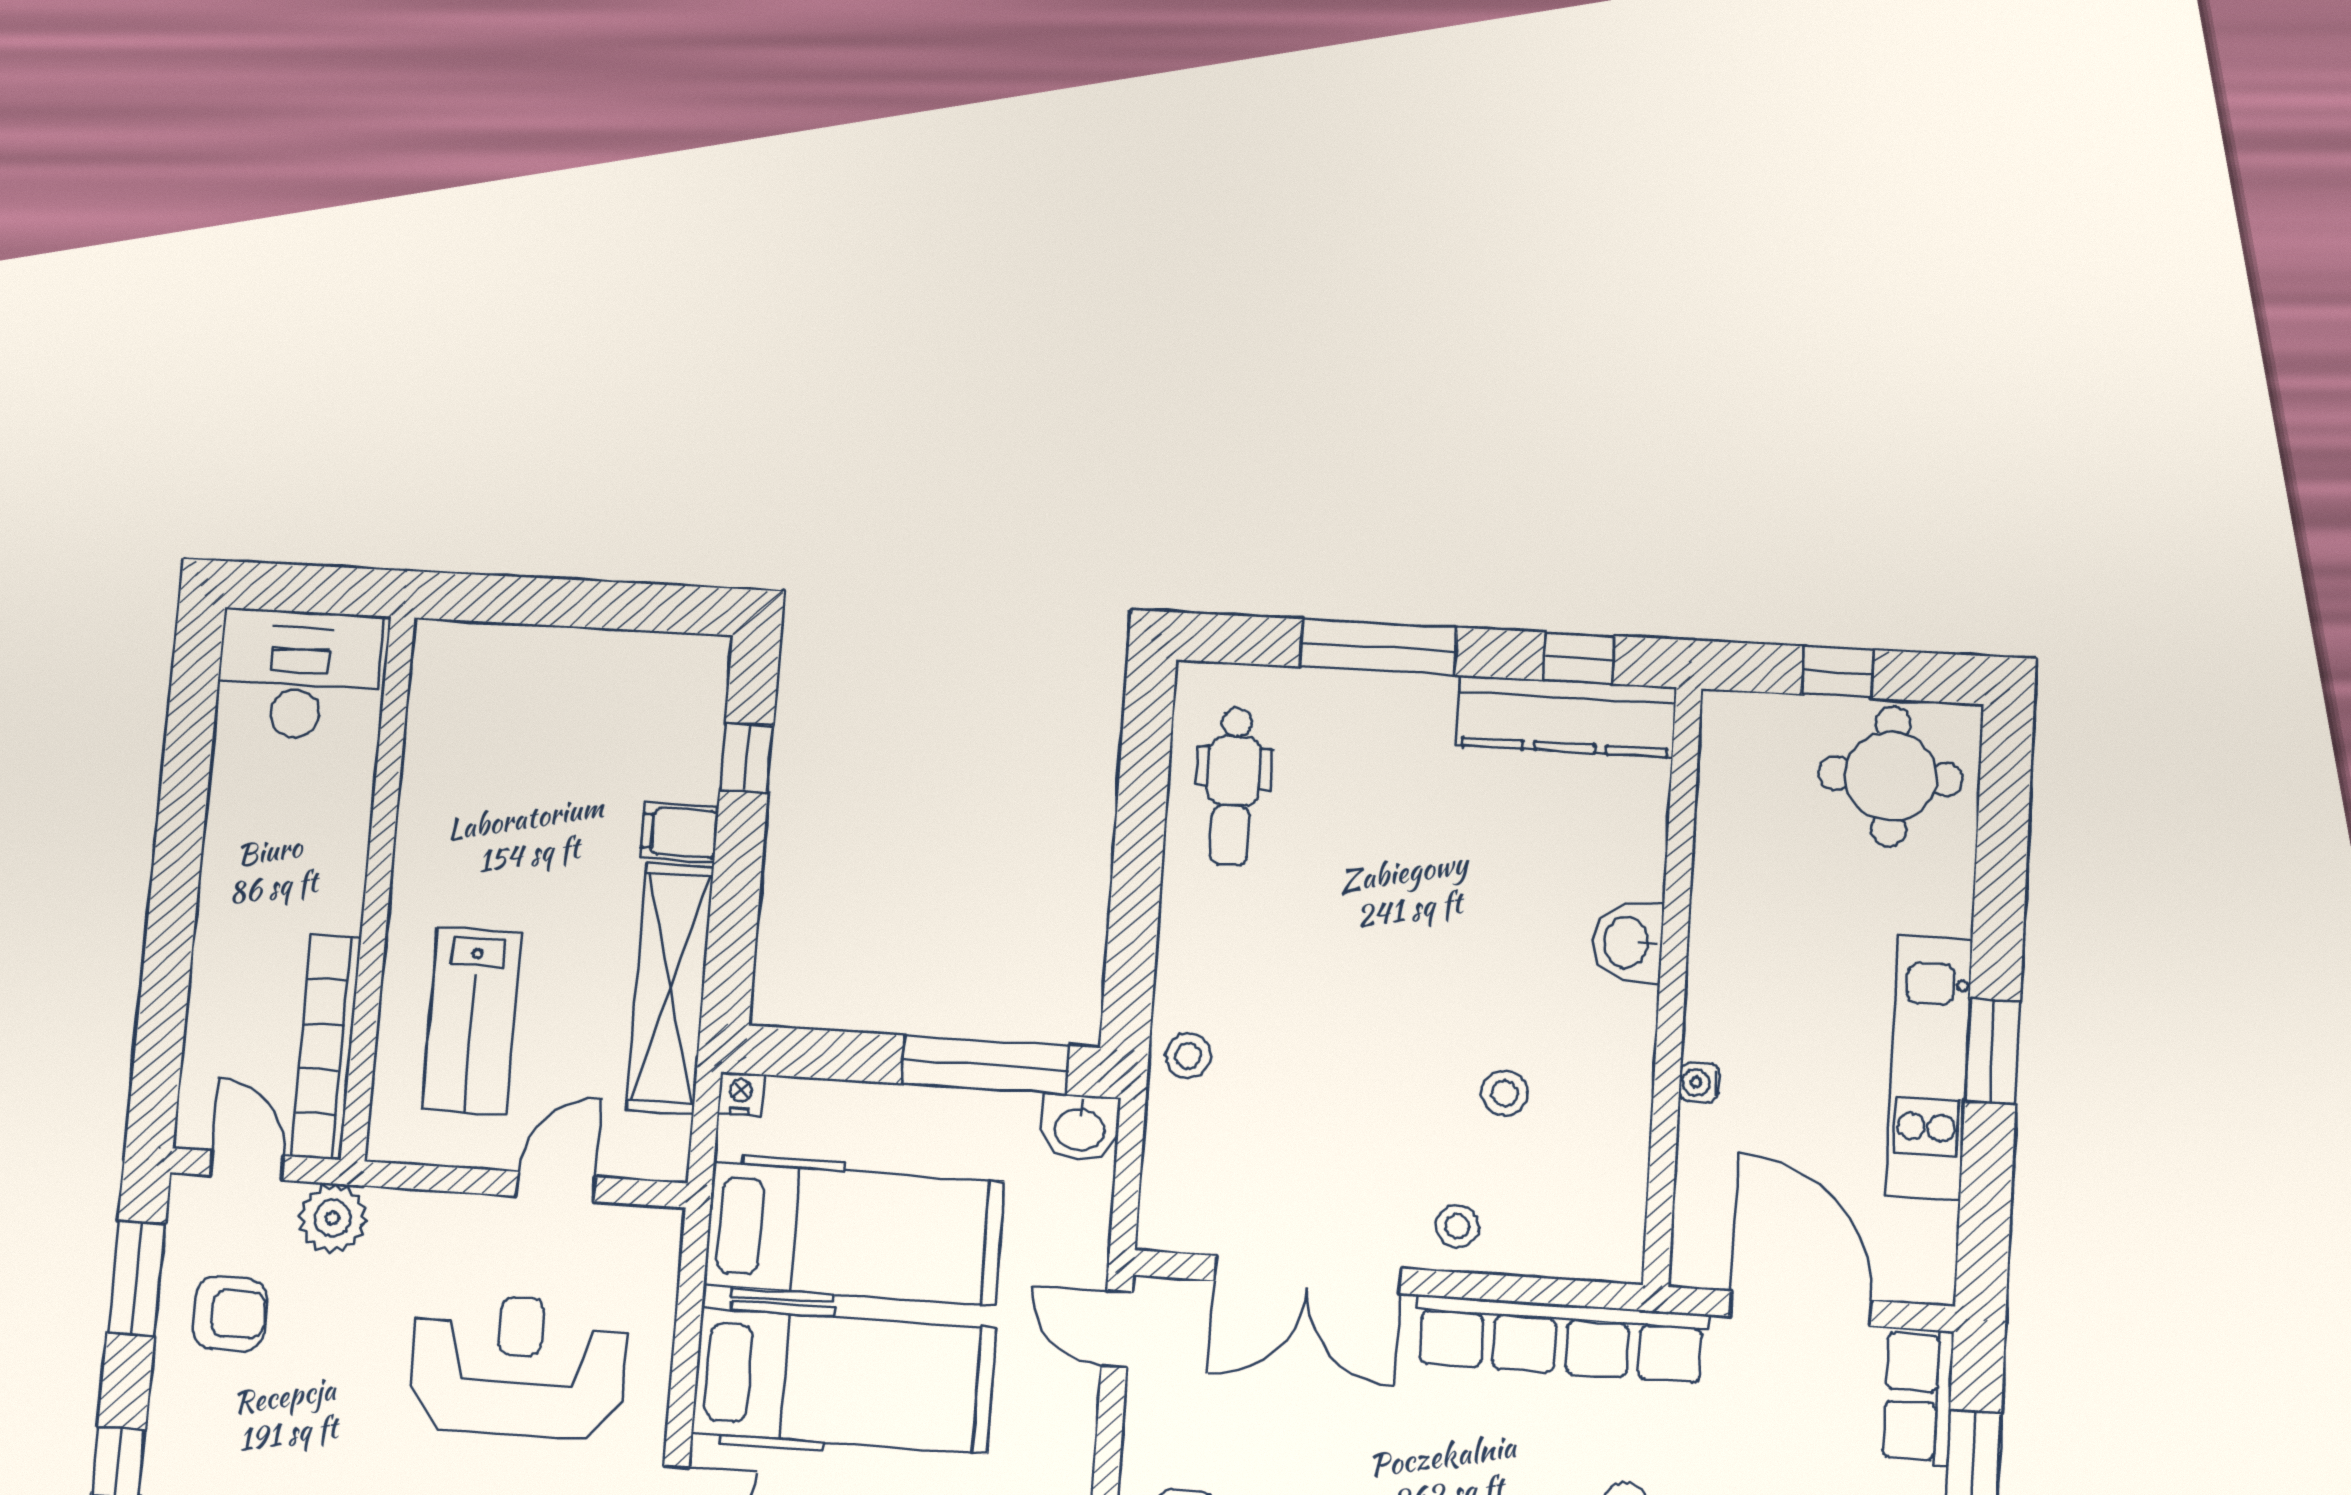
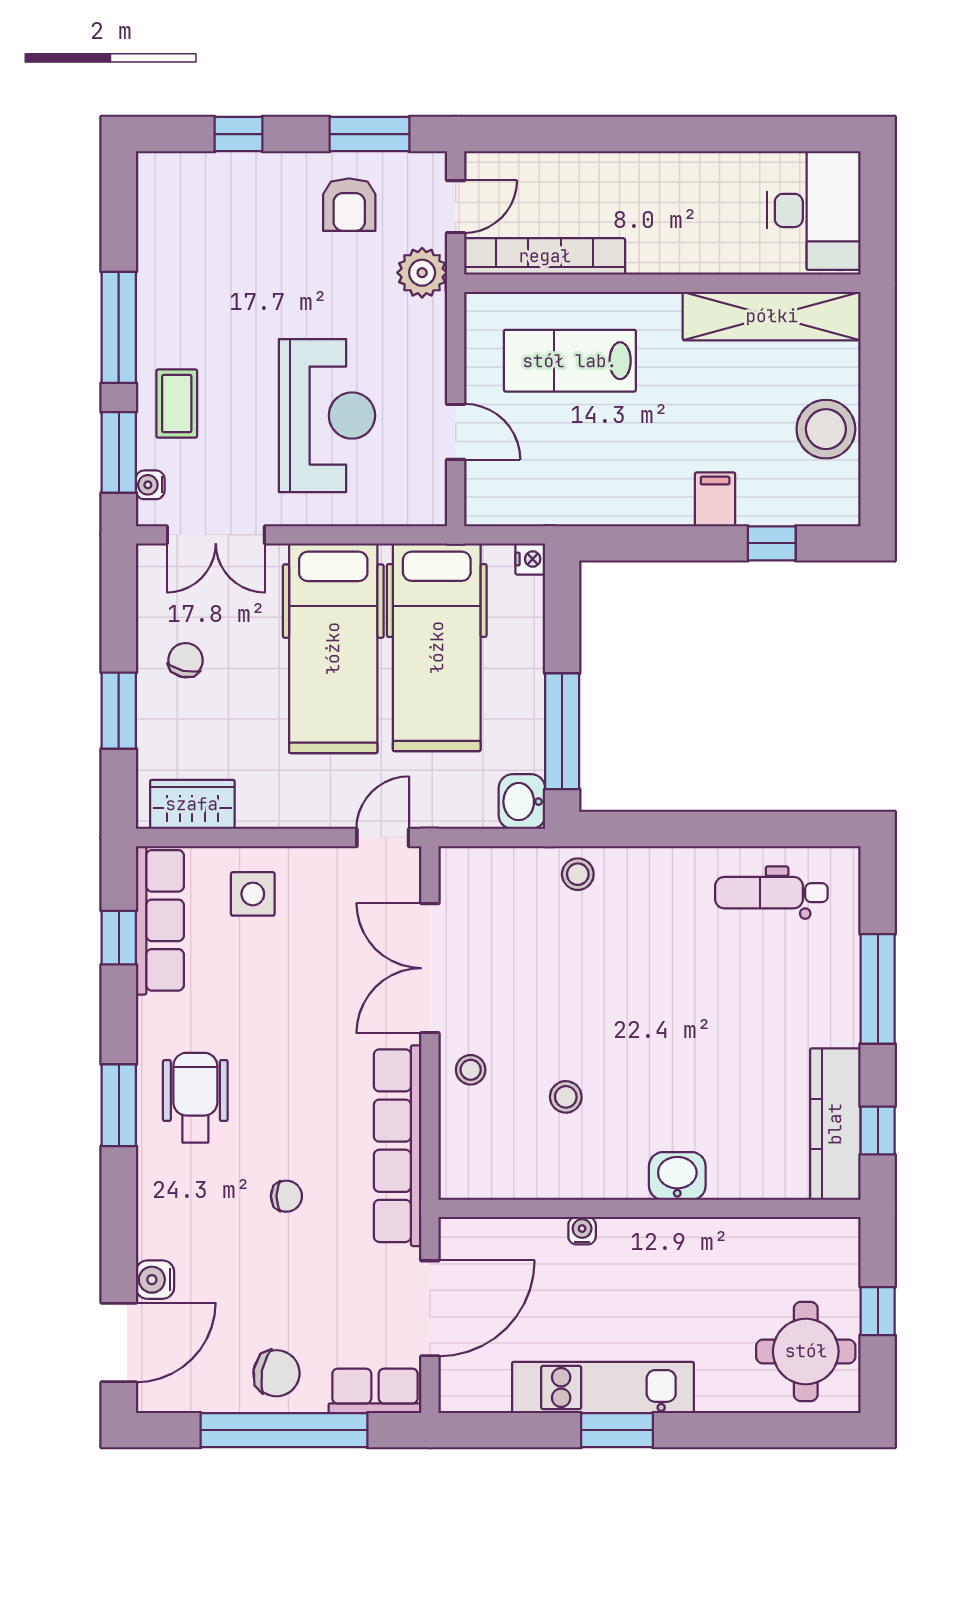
stool: (596, 675) -> (826, 429), added
shelving: (670, 988) -> (772, 316), moved

